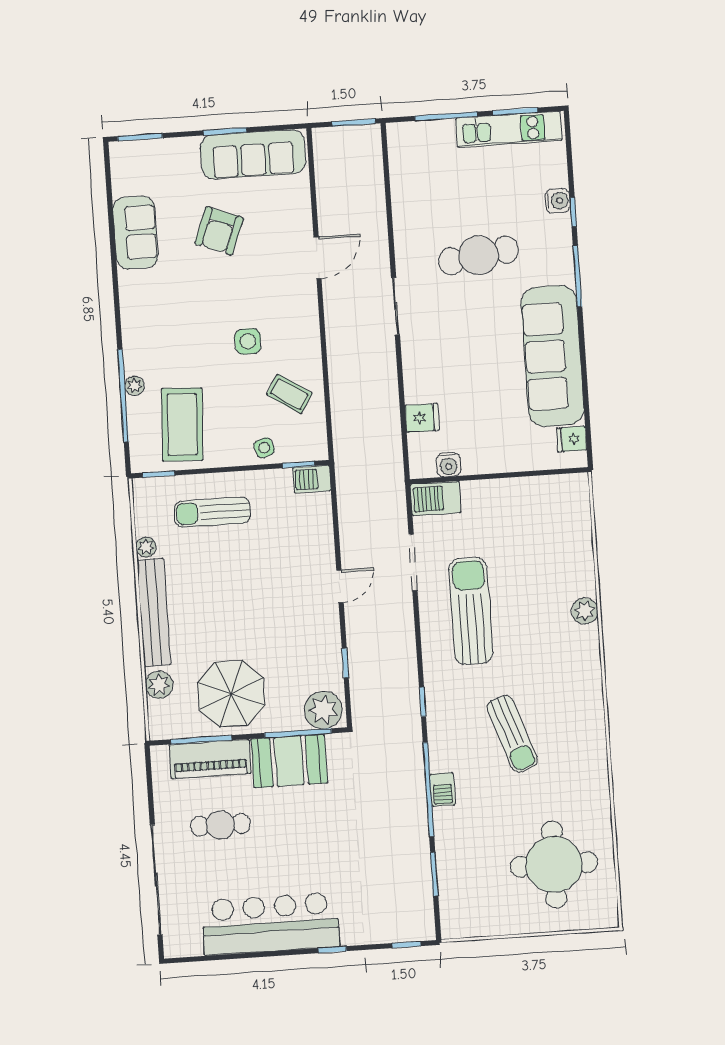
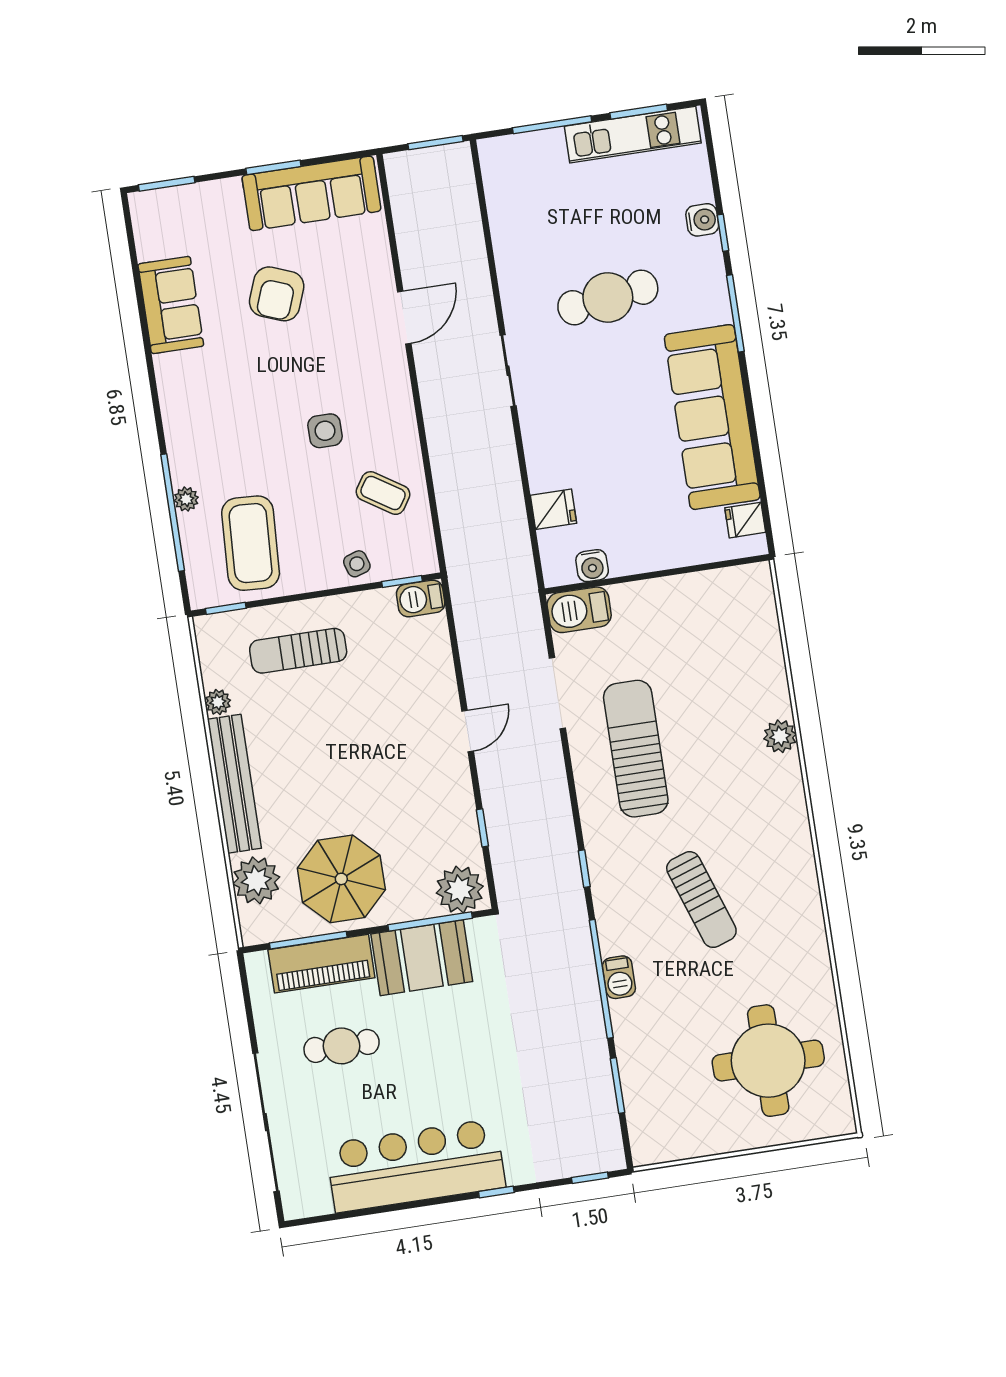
plant: (159, 685) -> (256, 880), width x1.36, depth x1.36

